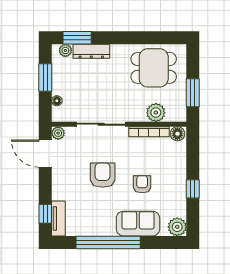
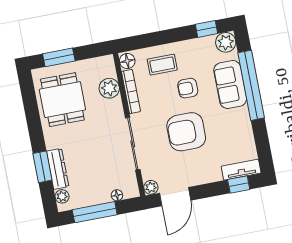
window: (77, 38) -> (42, 167), moved
window: (45, 77) -> (95, 212), width x1.44
window: (193, 93) -> (59, 57), moved
coffee table: (168, 165) -> (162, 65), added
armchair: (103, 175) -> (186, 132), width x1.36, depth x1.36
window: (193, 189) -> (206, 29), moved
window: (108, 242) -> (251, 85), moved

